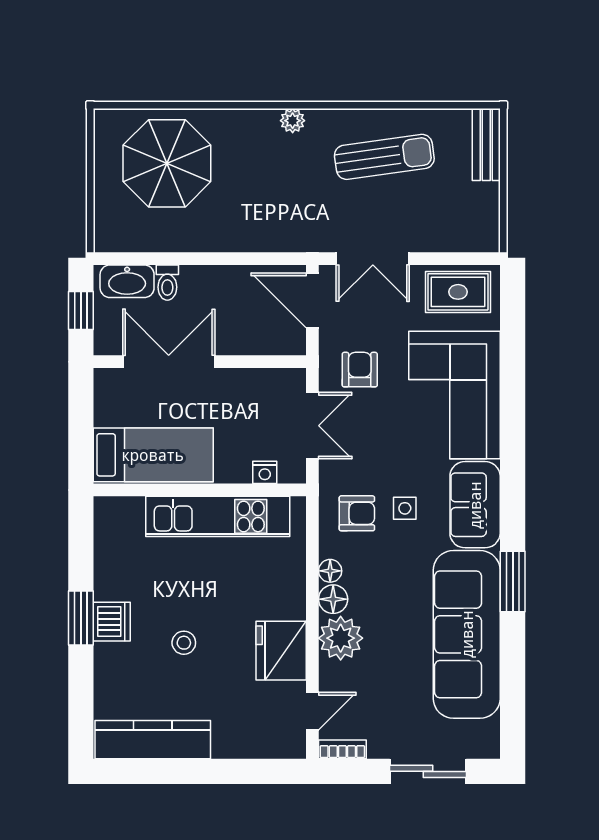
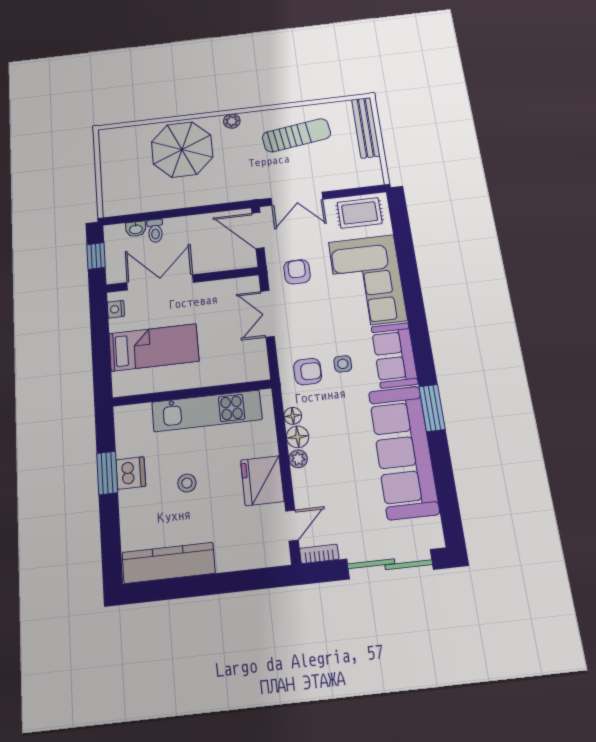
bench: (486, 145) -> (366, 128), width x1.36
parasol: (167, 163) -> (182, 149), moved
washbasin: (127, 281) -> (136, 229), width x0.52, depth x0.69
double door: (312, 426) -> (267, 314), swing flipped
nightstand: (265, 472) -> (116, 309), moved, turned 90
wall: (200, 490) -> (192, 393), moved
kitchen unit: (218, 516) -> (207, 411), moved
plant: (341, 638) -> (298, 459), width x0.53, depth x0.53
sliding door: (428, 771) -> (390, 564), width x1.37

